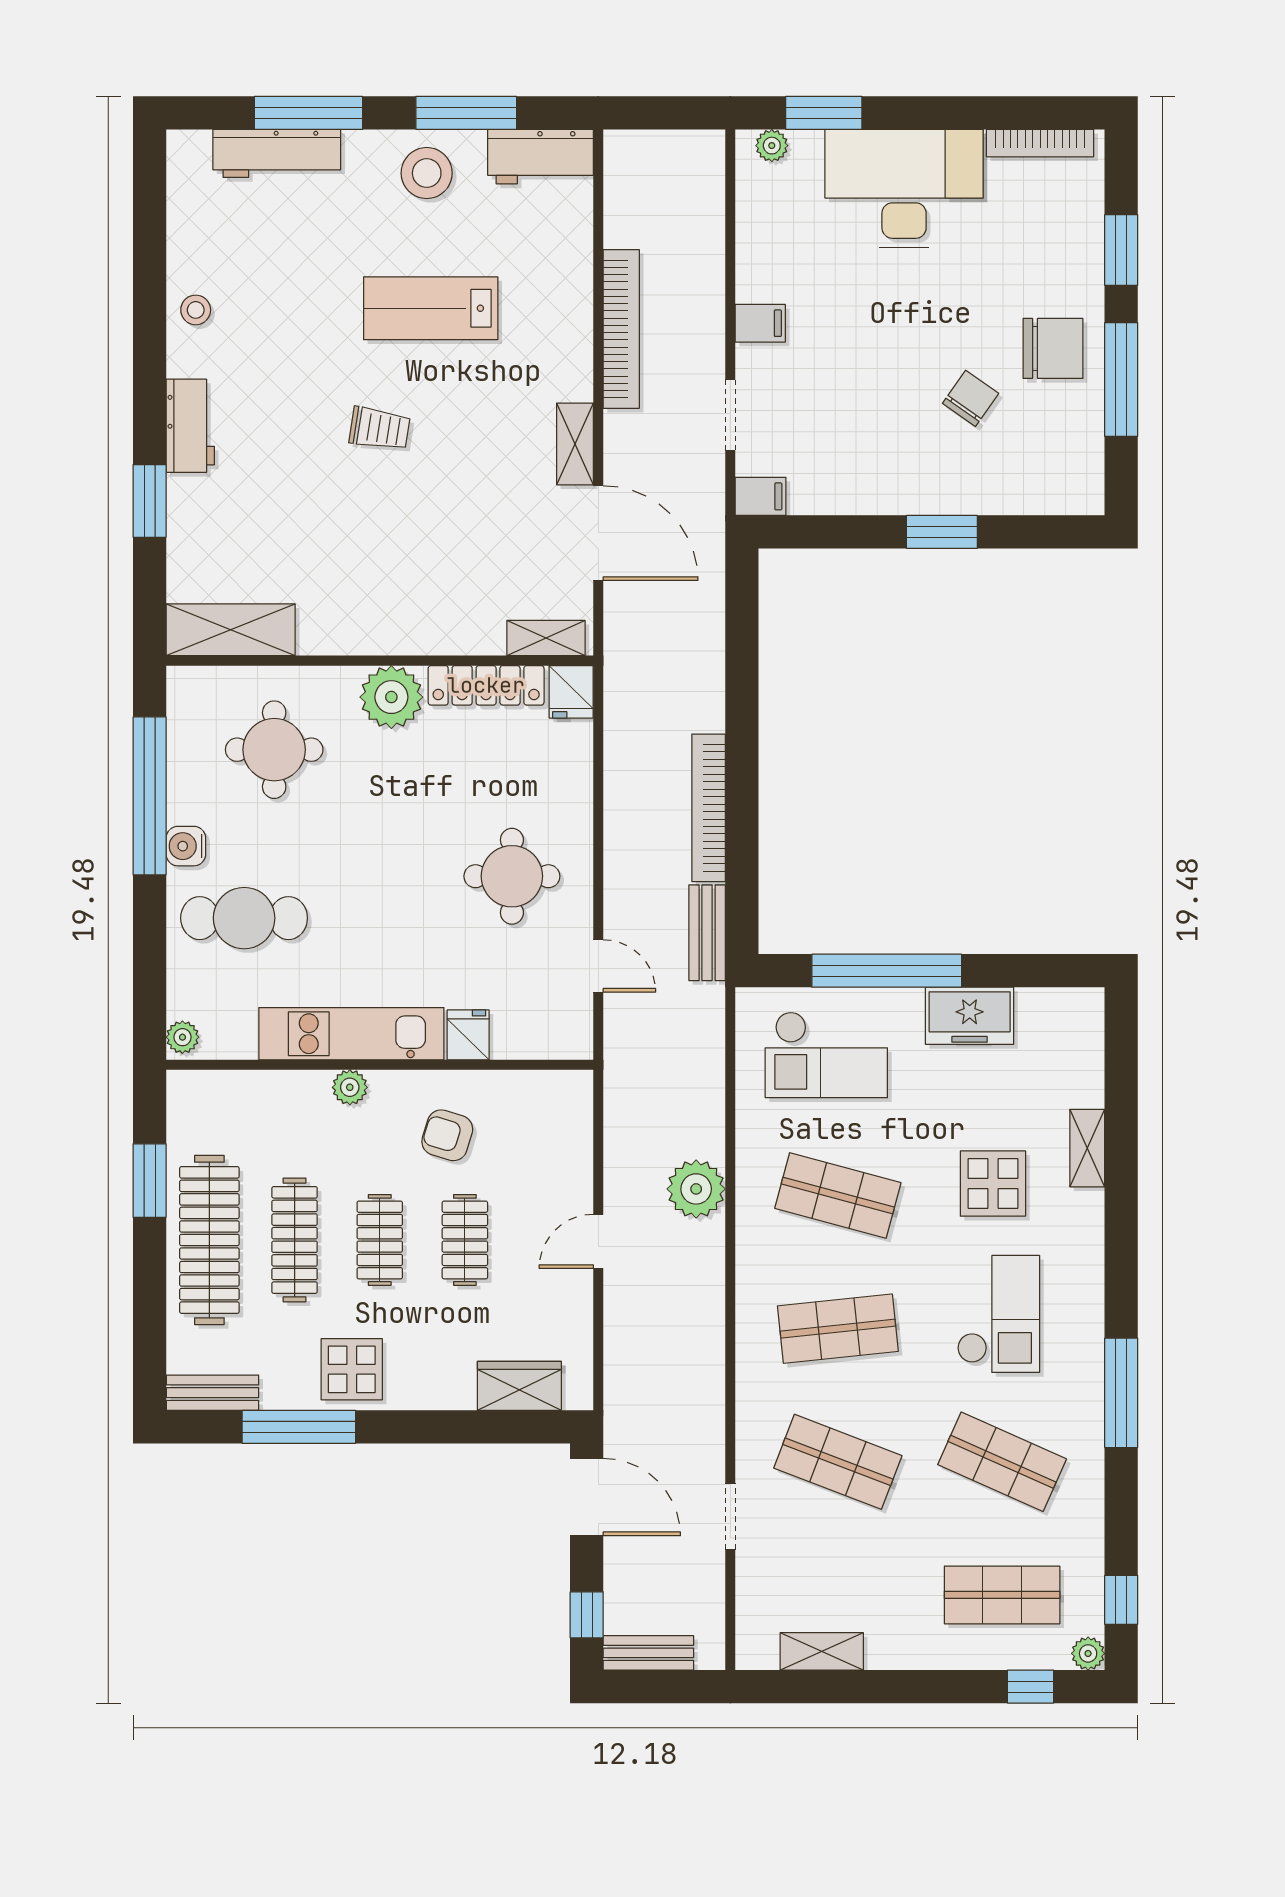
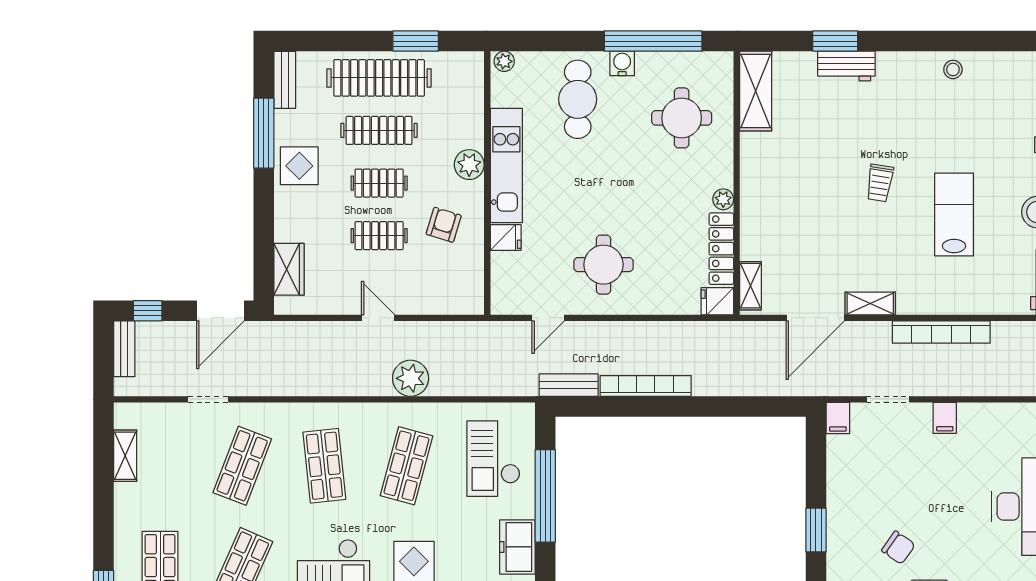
workbench: (190, 426) -> (846, 66), moved
plant: (391, 697) -> (723, 199), width x0.53, depth x0.53
plant: (350, 1087) -> (469, 165), width x1.38, depth x1.38

